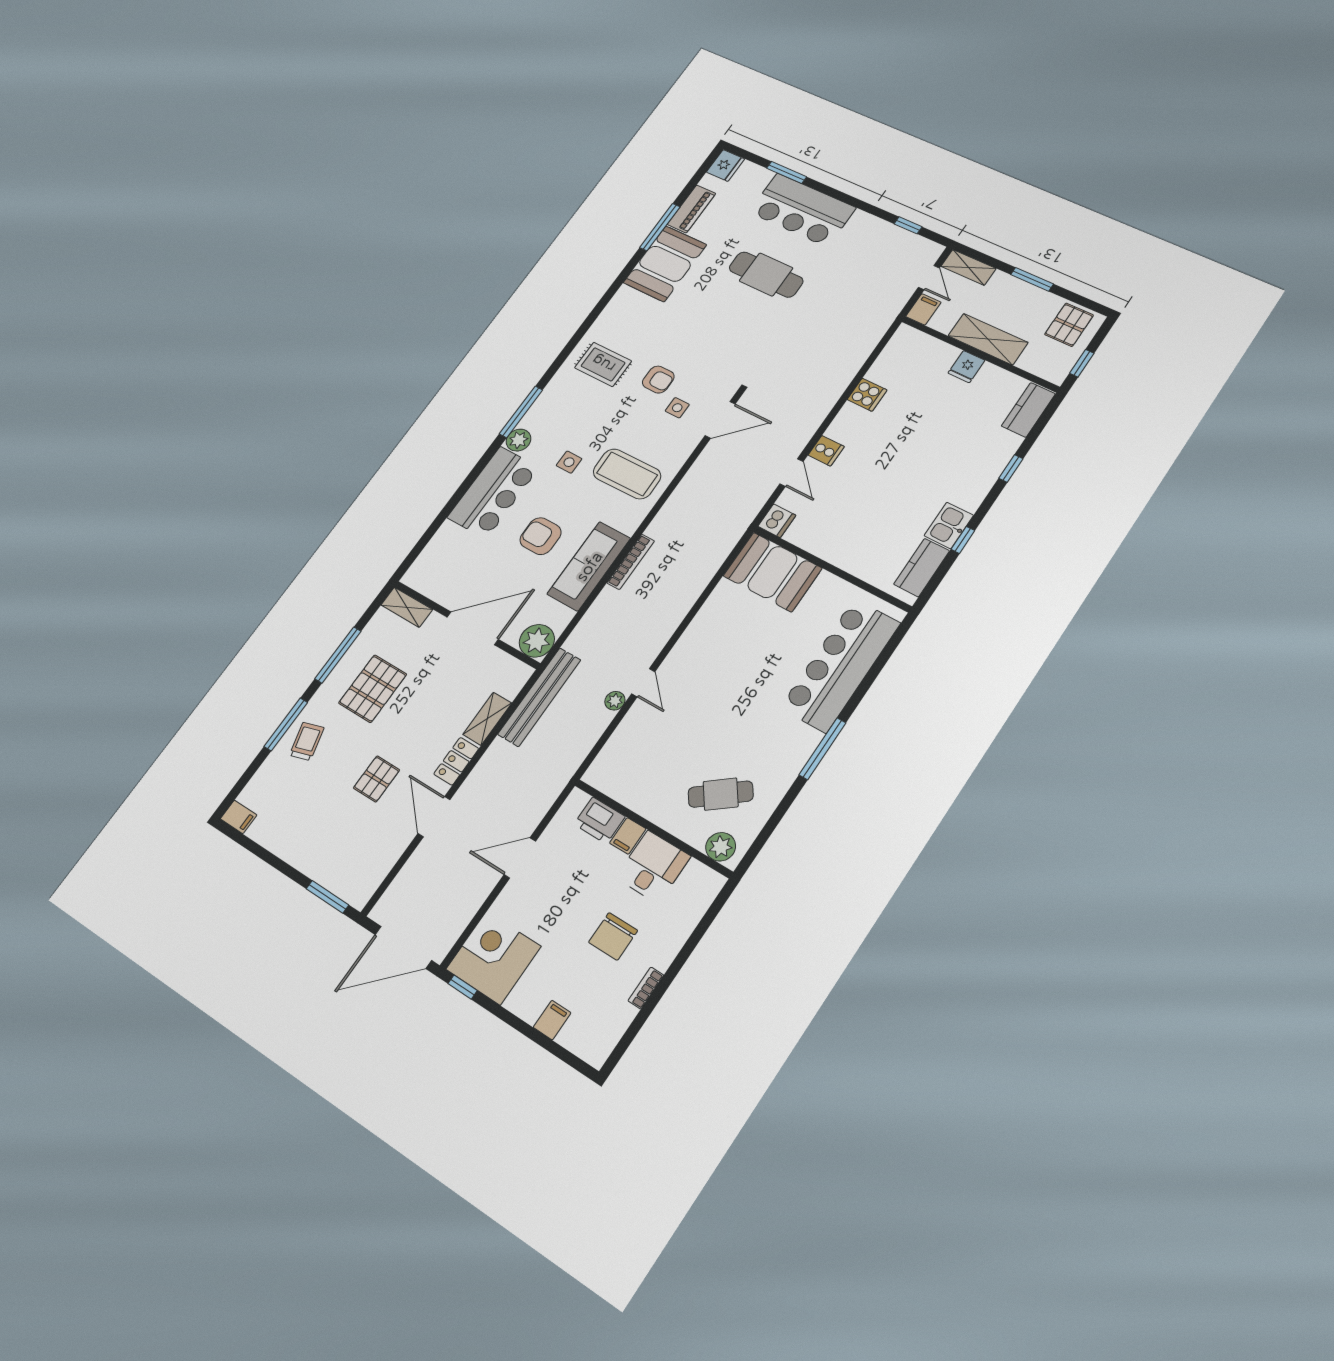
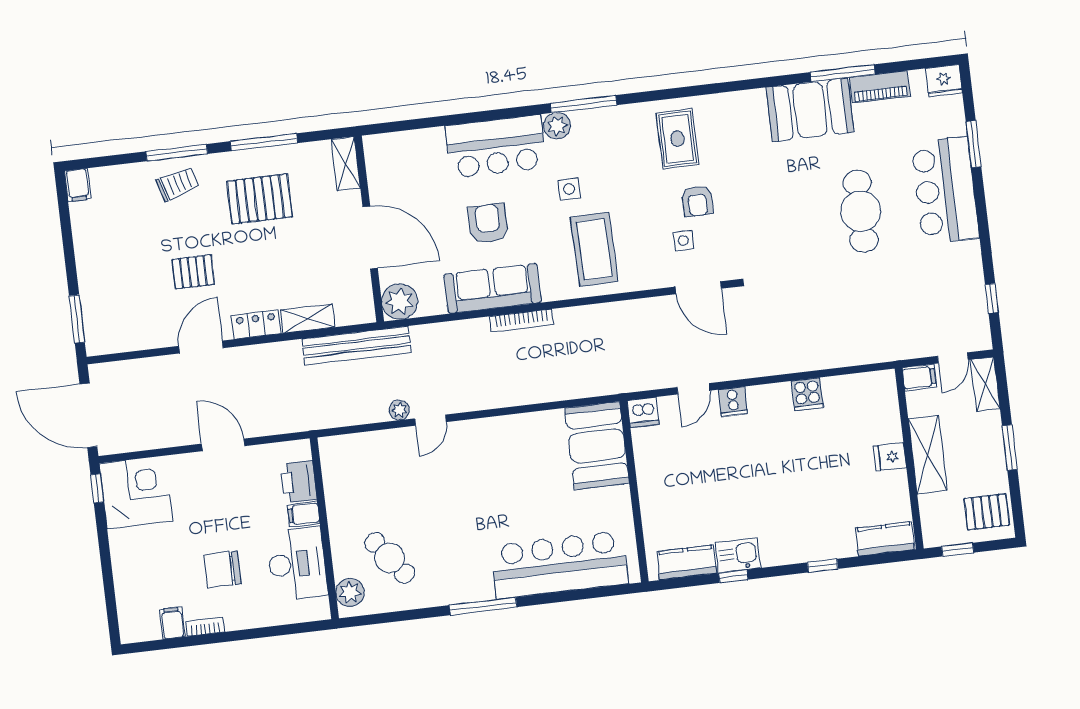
desk: (653, 867) -> (297, 564), width x1.37
filing cabinet: (552, 1020) -> (172, 623), moved, turned -90

